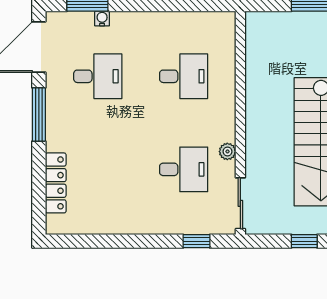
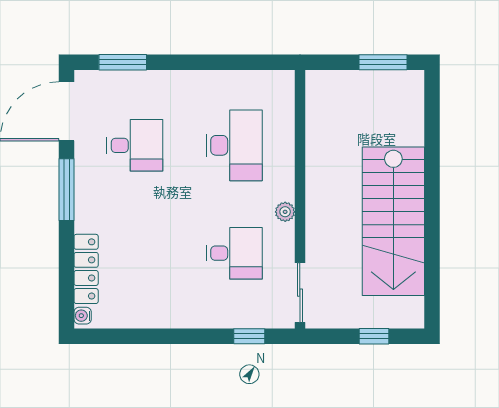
water cooler: (102, 18) -> (83, 316), moved, turned -90
desk: (184, 76) -> (234, 145), width x1.37
plant: (227, 151) -> (285, 212), moved

